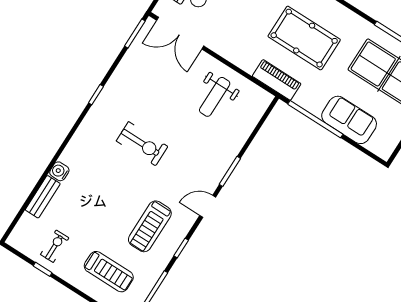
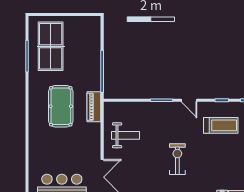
sofa: (349, 120) -> (91, 52), removed

